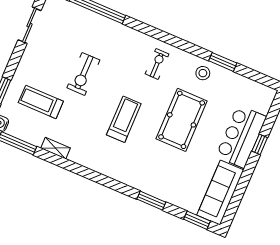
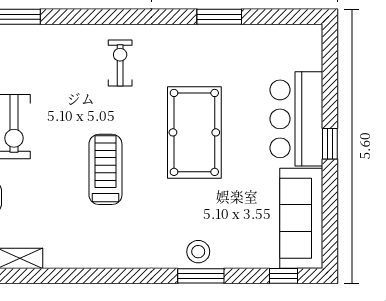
stool: (203, 73) -> (198, 252), moved
window: (260, 144) -> (330, 144), moved
window: (197, 220) -> (284, 276), width x0.67

